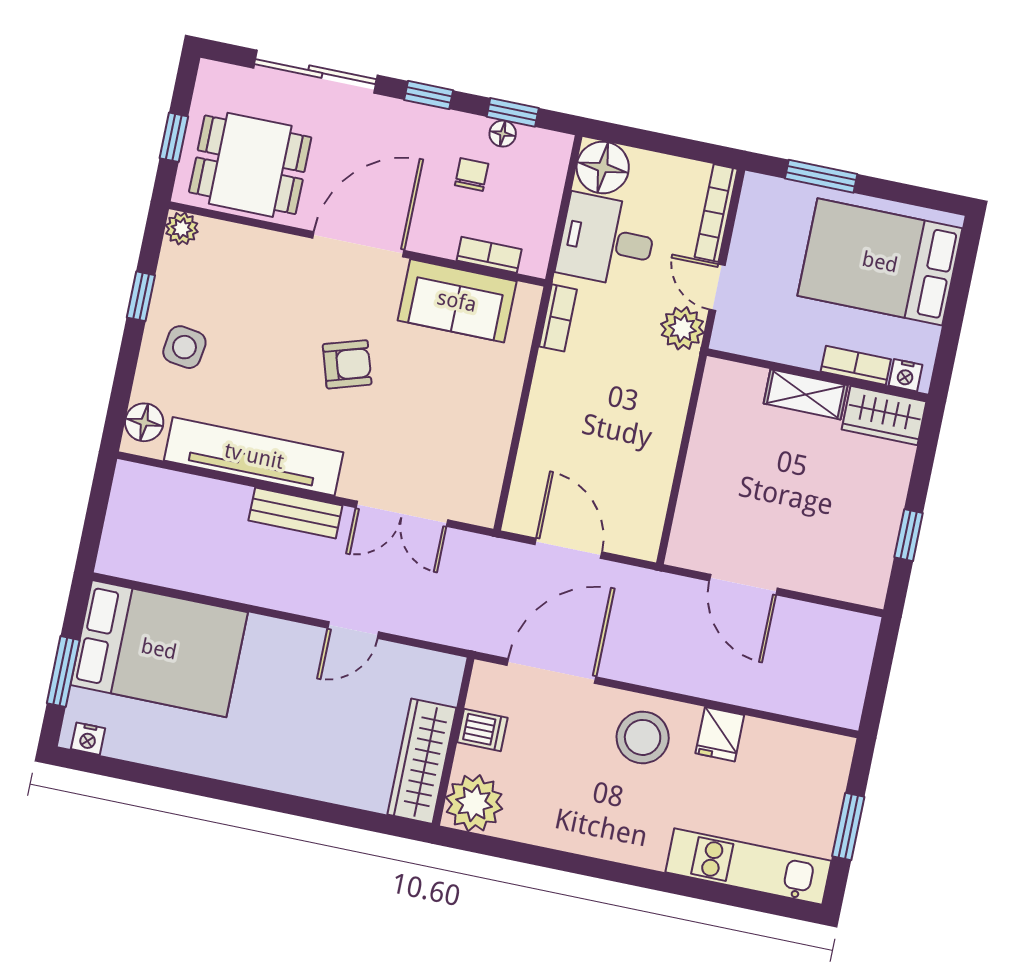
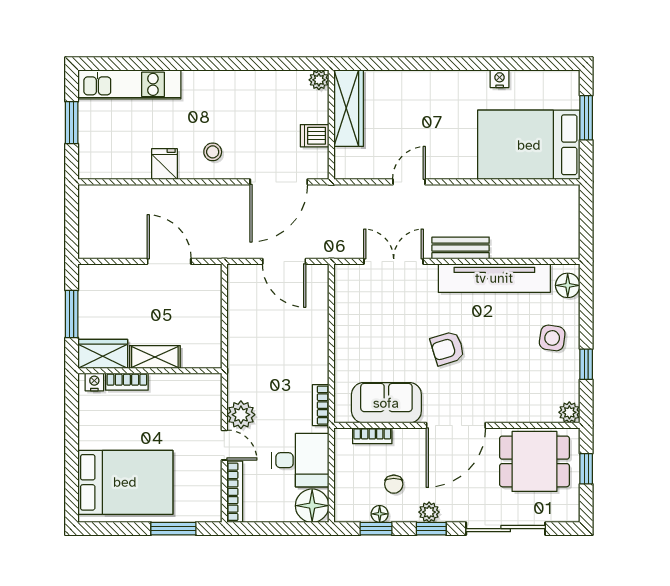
plant: (427, 121) -> (429, 512), added
bookcase: (856, 365) -> (127, 382), moved
wall: (817, 375) -> (150, 371), moved
nightstand: (906, 375) -> (94, 382), moved
shelving: (806, 394) -> (155, 357), moved
wardrobe: (884, 416) -> (103, 354), moved
window: (909, 535) -> (72, 314), width x1.50
stool: (643, 737) -> (213, 152), width x0.53, depth x0.53
nightstand: (88, 739) -> (500, 79), moved
plant: (474, 803) -> (319, 80), width x0.53, depth x0.53

